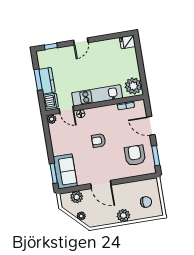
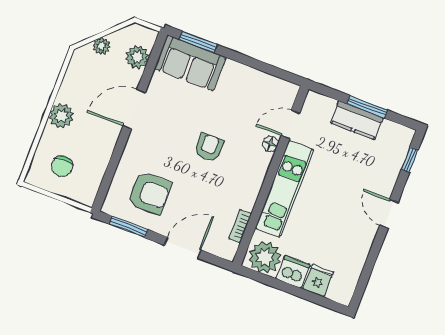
fridge: (127, 42) -> (318, 281), moved
dishwasher: (51, 101) -> (293, 272), moved, turned 180
plant: (52, 119) -> (289, 91), removed

